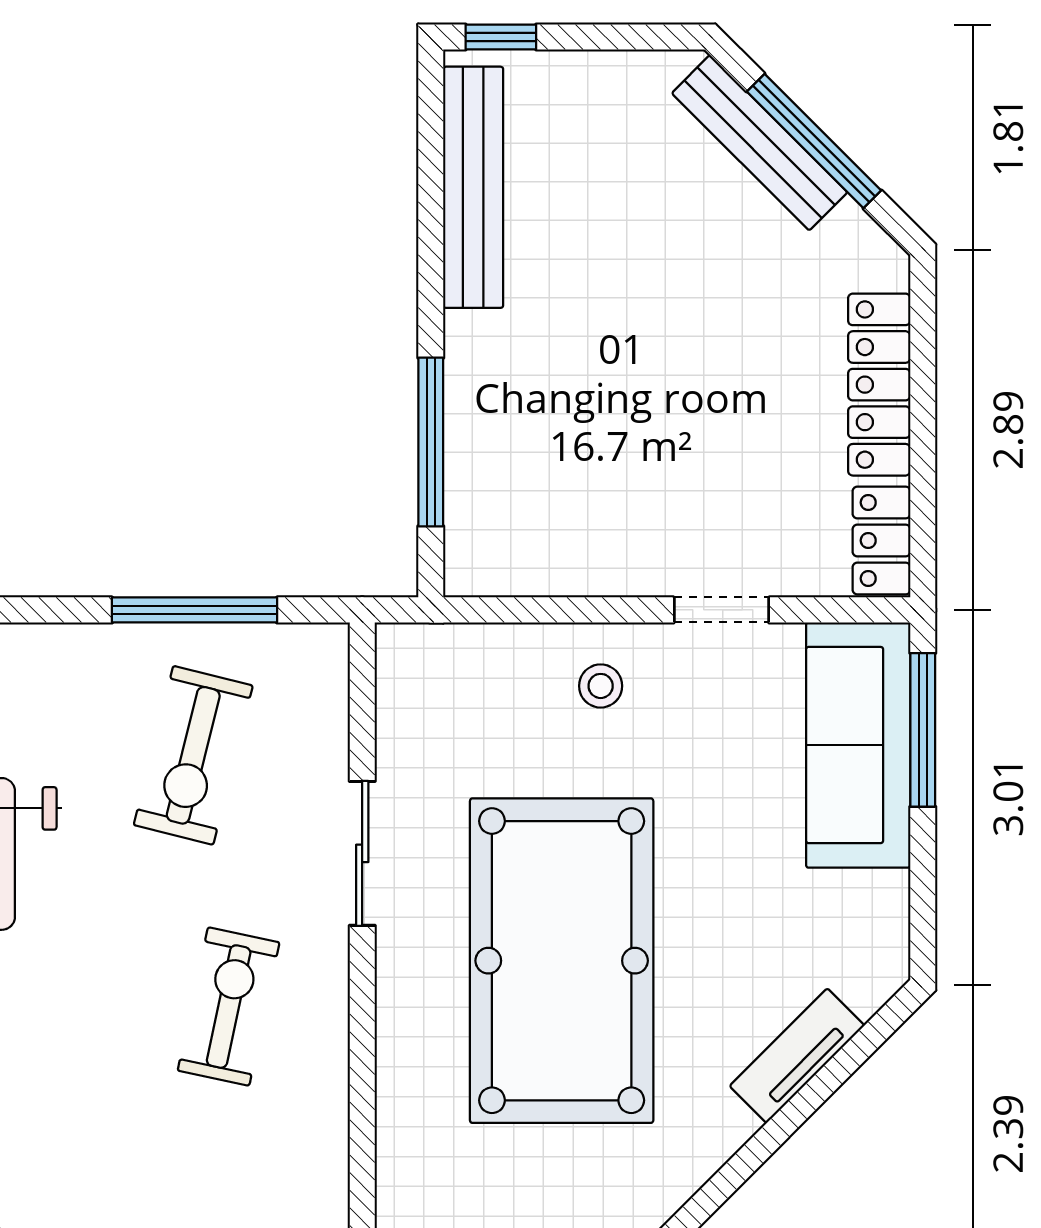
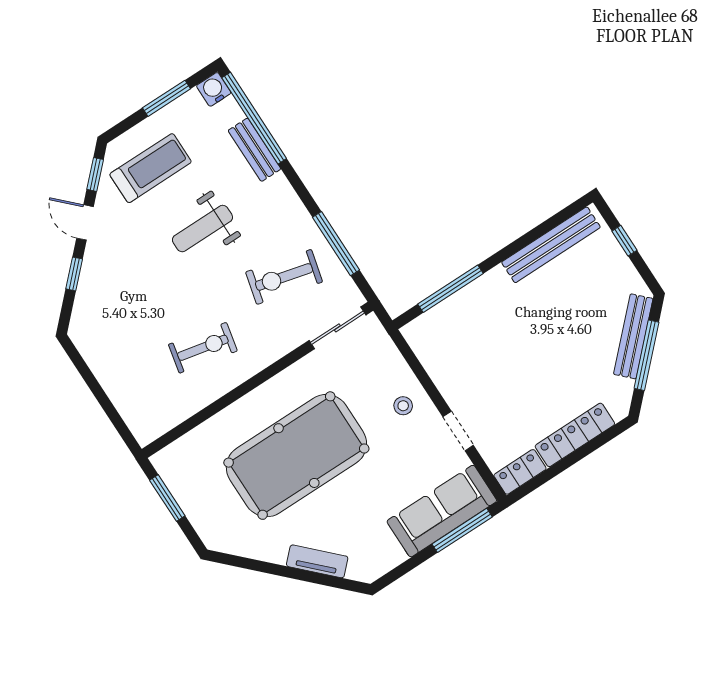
window: (501, 37) -> (624, 241), moved
sliding door: (362, 853) -> (337, 328), moved

